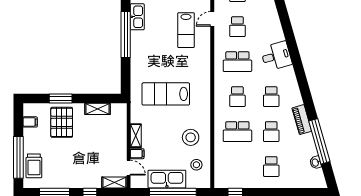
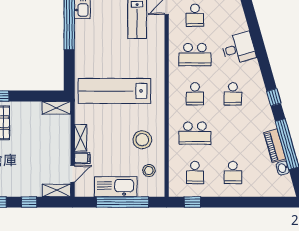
lab bench: (166, 94) -> (114, 91), width x1.36
window: (308, 100) -> (274, 97), added
shelving: (98, 109) -> (56, 108), moved
piano: (302, 120) -> (275, 146), moved
school desk: (271, 132) -> (195, 172), moved
door: (129, 168) -> (73, 174), hinge flipped

